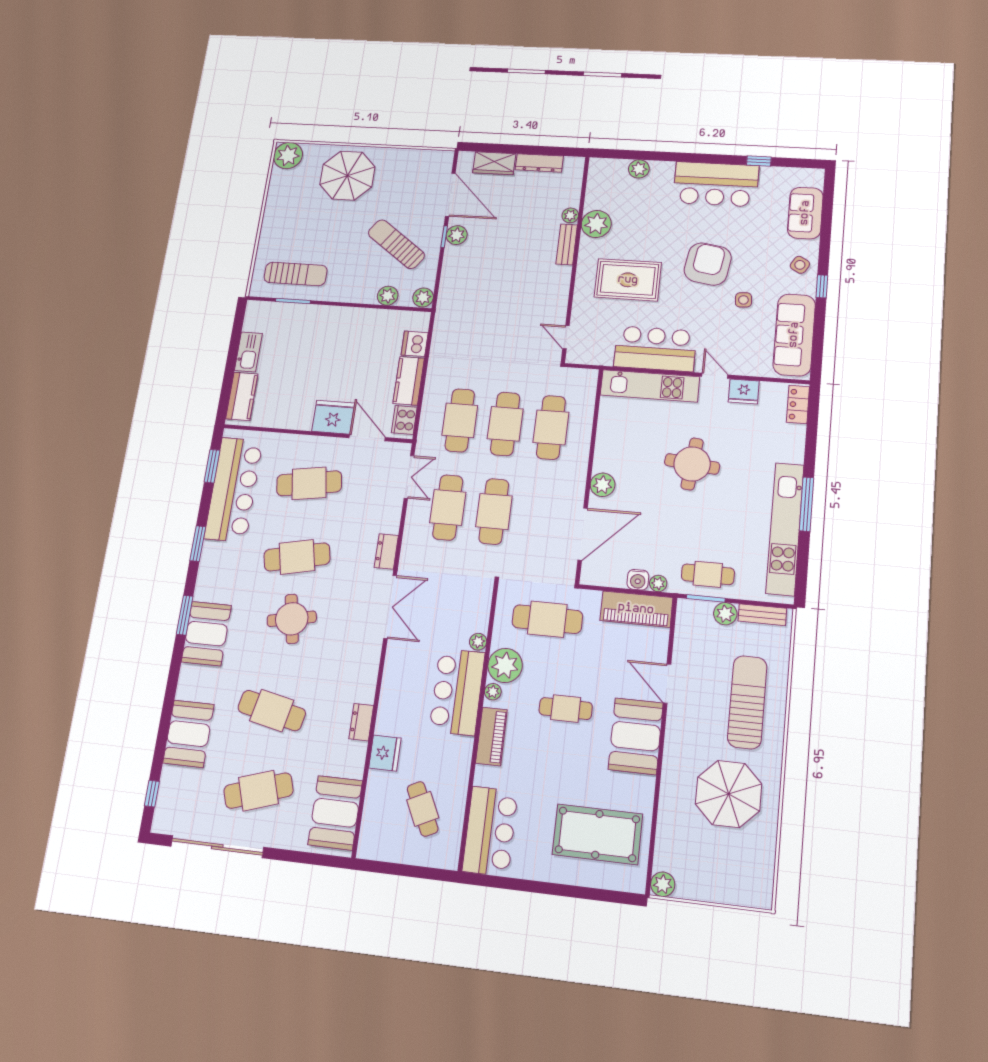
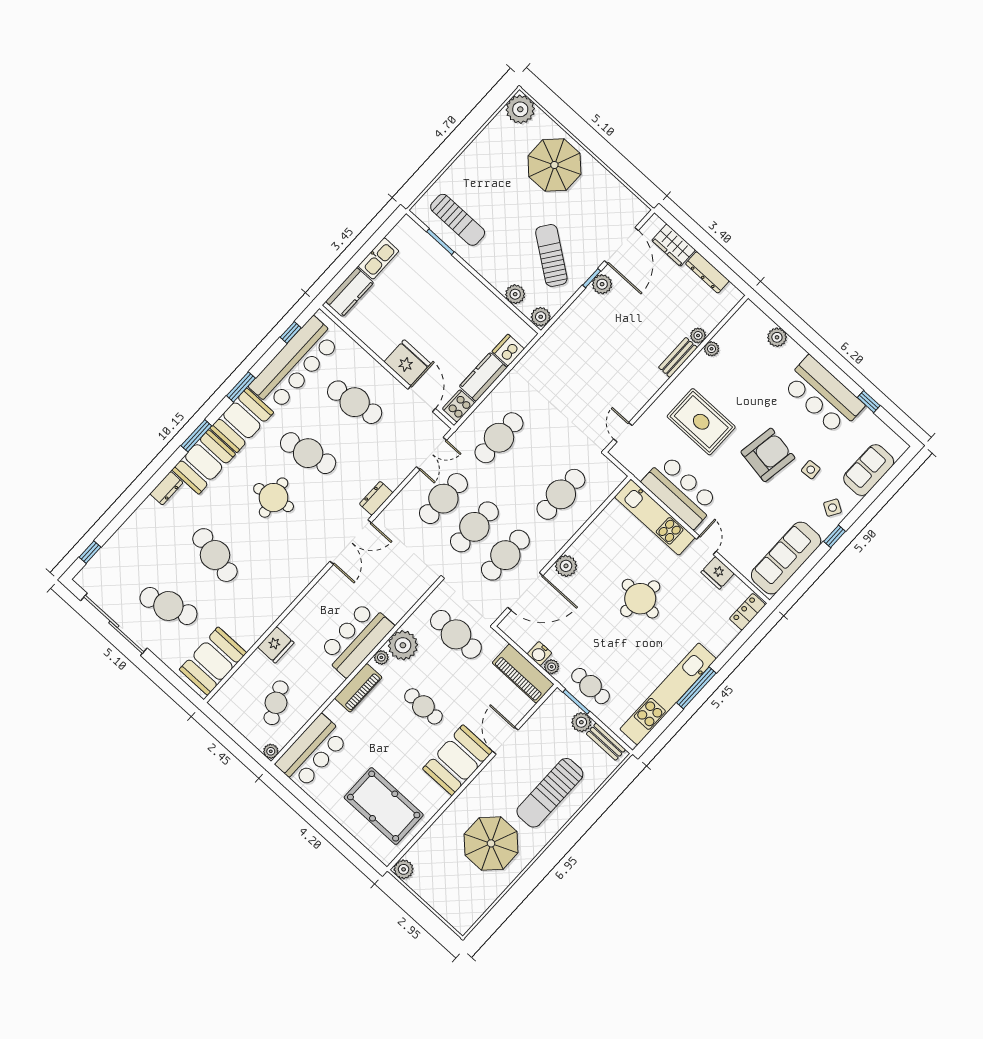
plant: (596, 224) -> (712, 349), width x0.53, depth x0.53
side table: (743, 300) -> (811, 470), moved
cafe table: (505, 424) -> (505, 555), moved
window: (212, 466) -> (291, 332), width x0.67
plant: (478, 642) -> (271, 751), moved
sun lounger: (747, 702) -> (550, 793), turned 180
dresser: (361, 722) -> (167, 488), moved, turned 180
booth: (188, 734) -> (242, 420), moved

